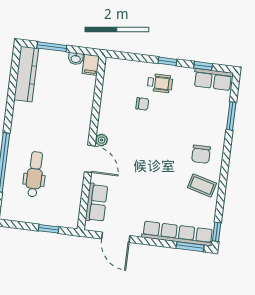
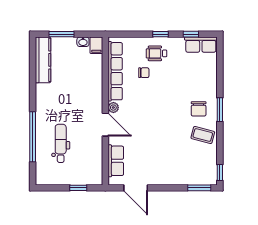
wheelchair: (160, 83) -> (156, 53), turned 180
window: (231, 116) -> (220, 110), moved
row of seats: (178, 233) -> (115, 71), moved, turned 90

